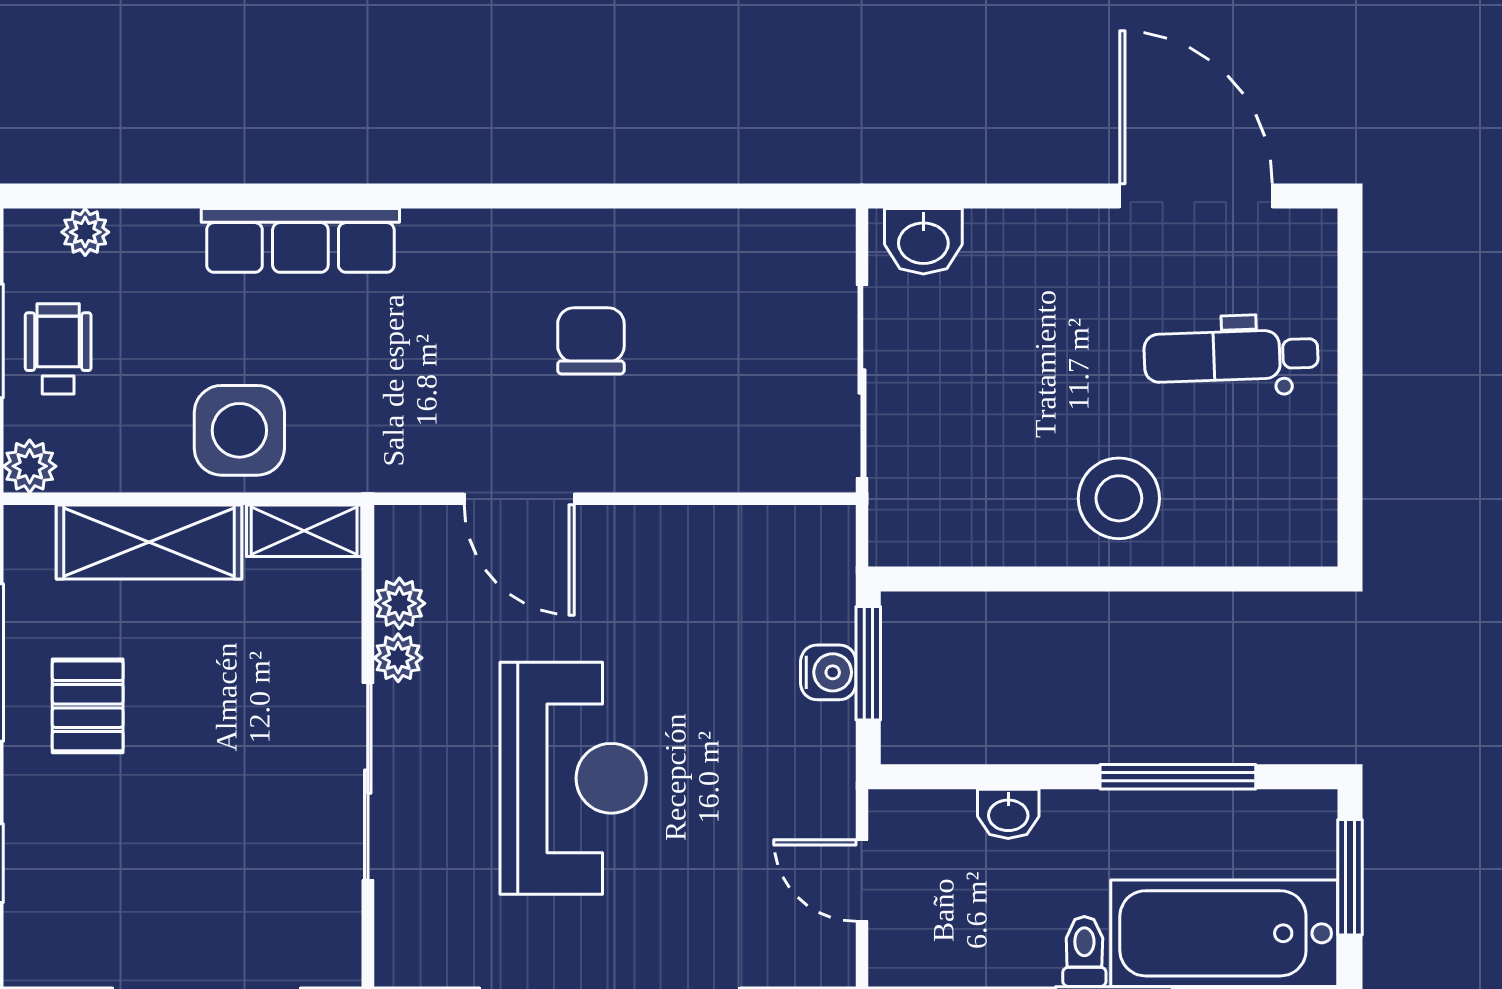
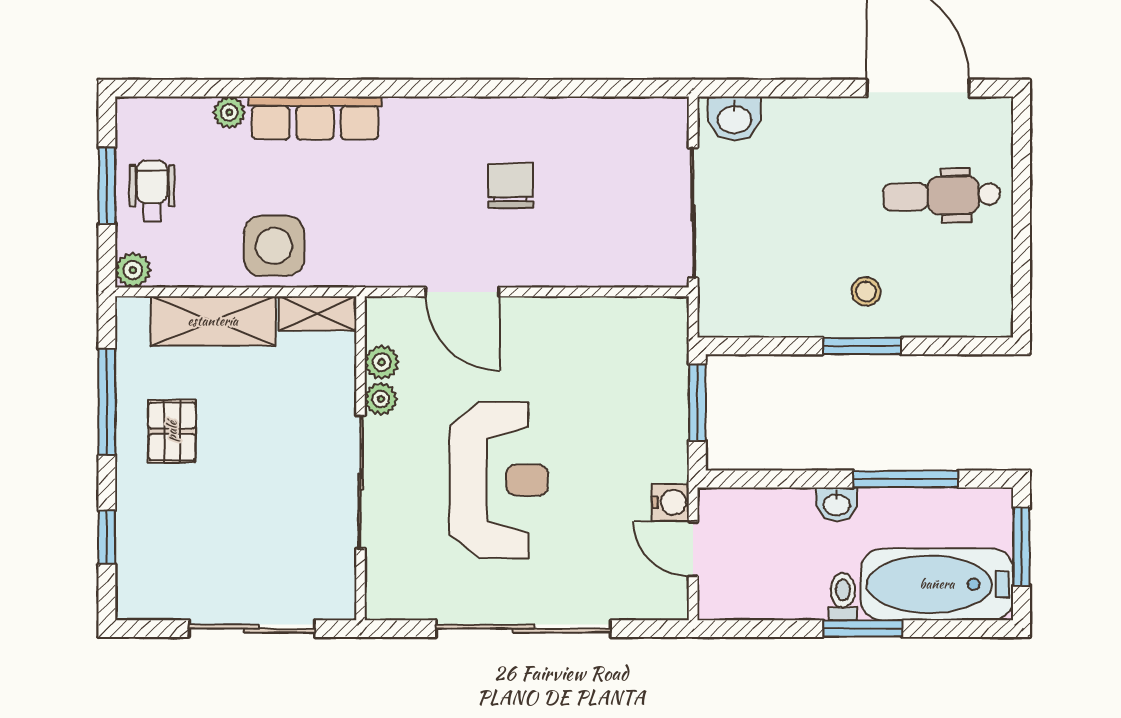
plant: (85, 232) -> (229, 112), moved
stool: (1119, 498) -> (866, 292), width x0.53, depth x0.53
window: (1113, 579) -> (862, 346), added
water cooler: (828, 672) -> (670, 502), moved
washbasin: (1008, 814) -> (837, 504), moved

